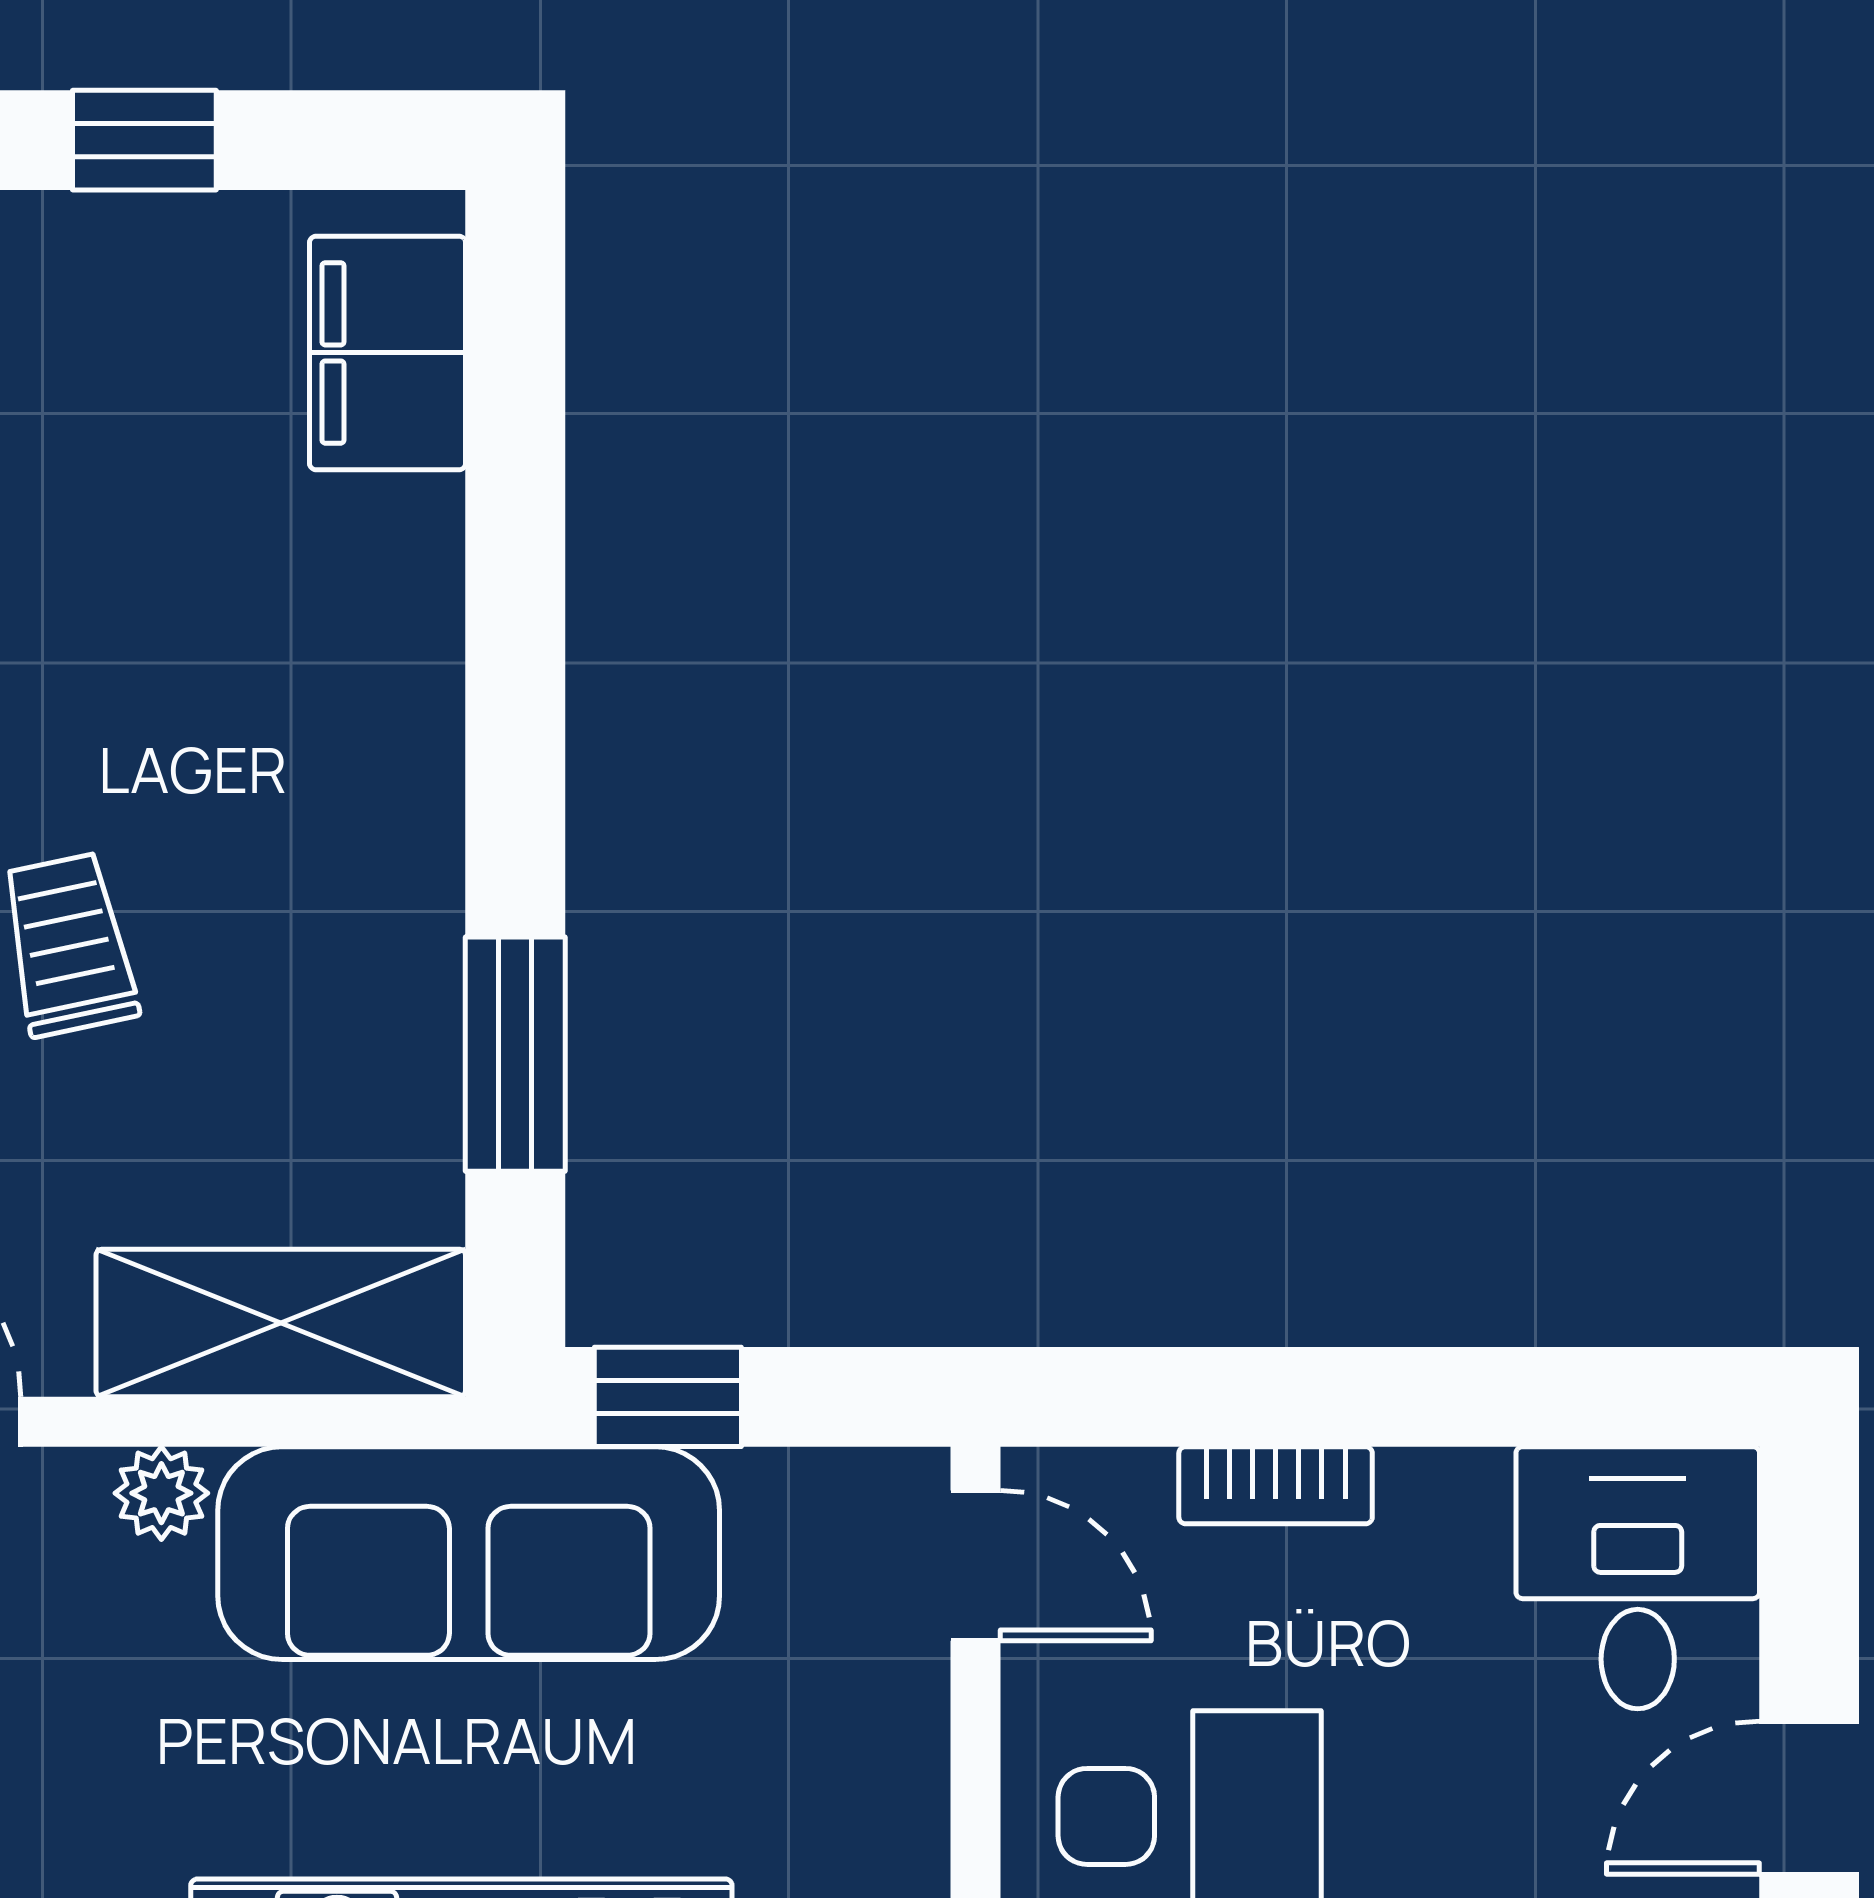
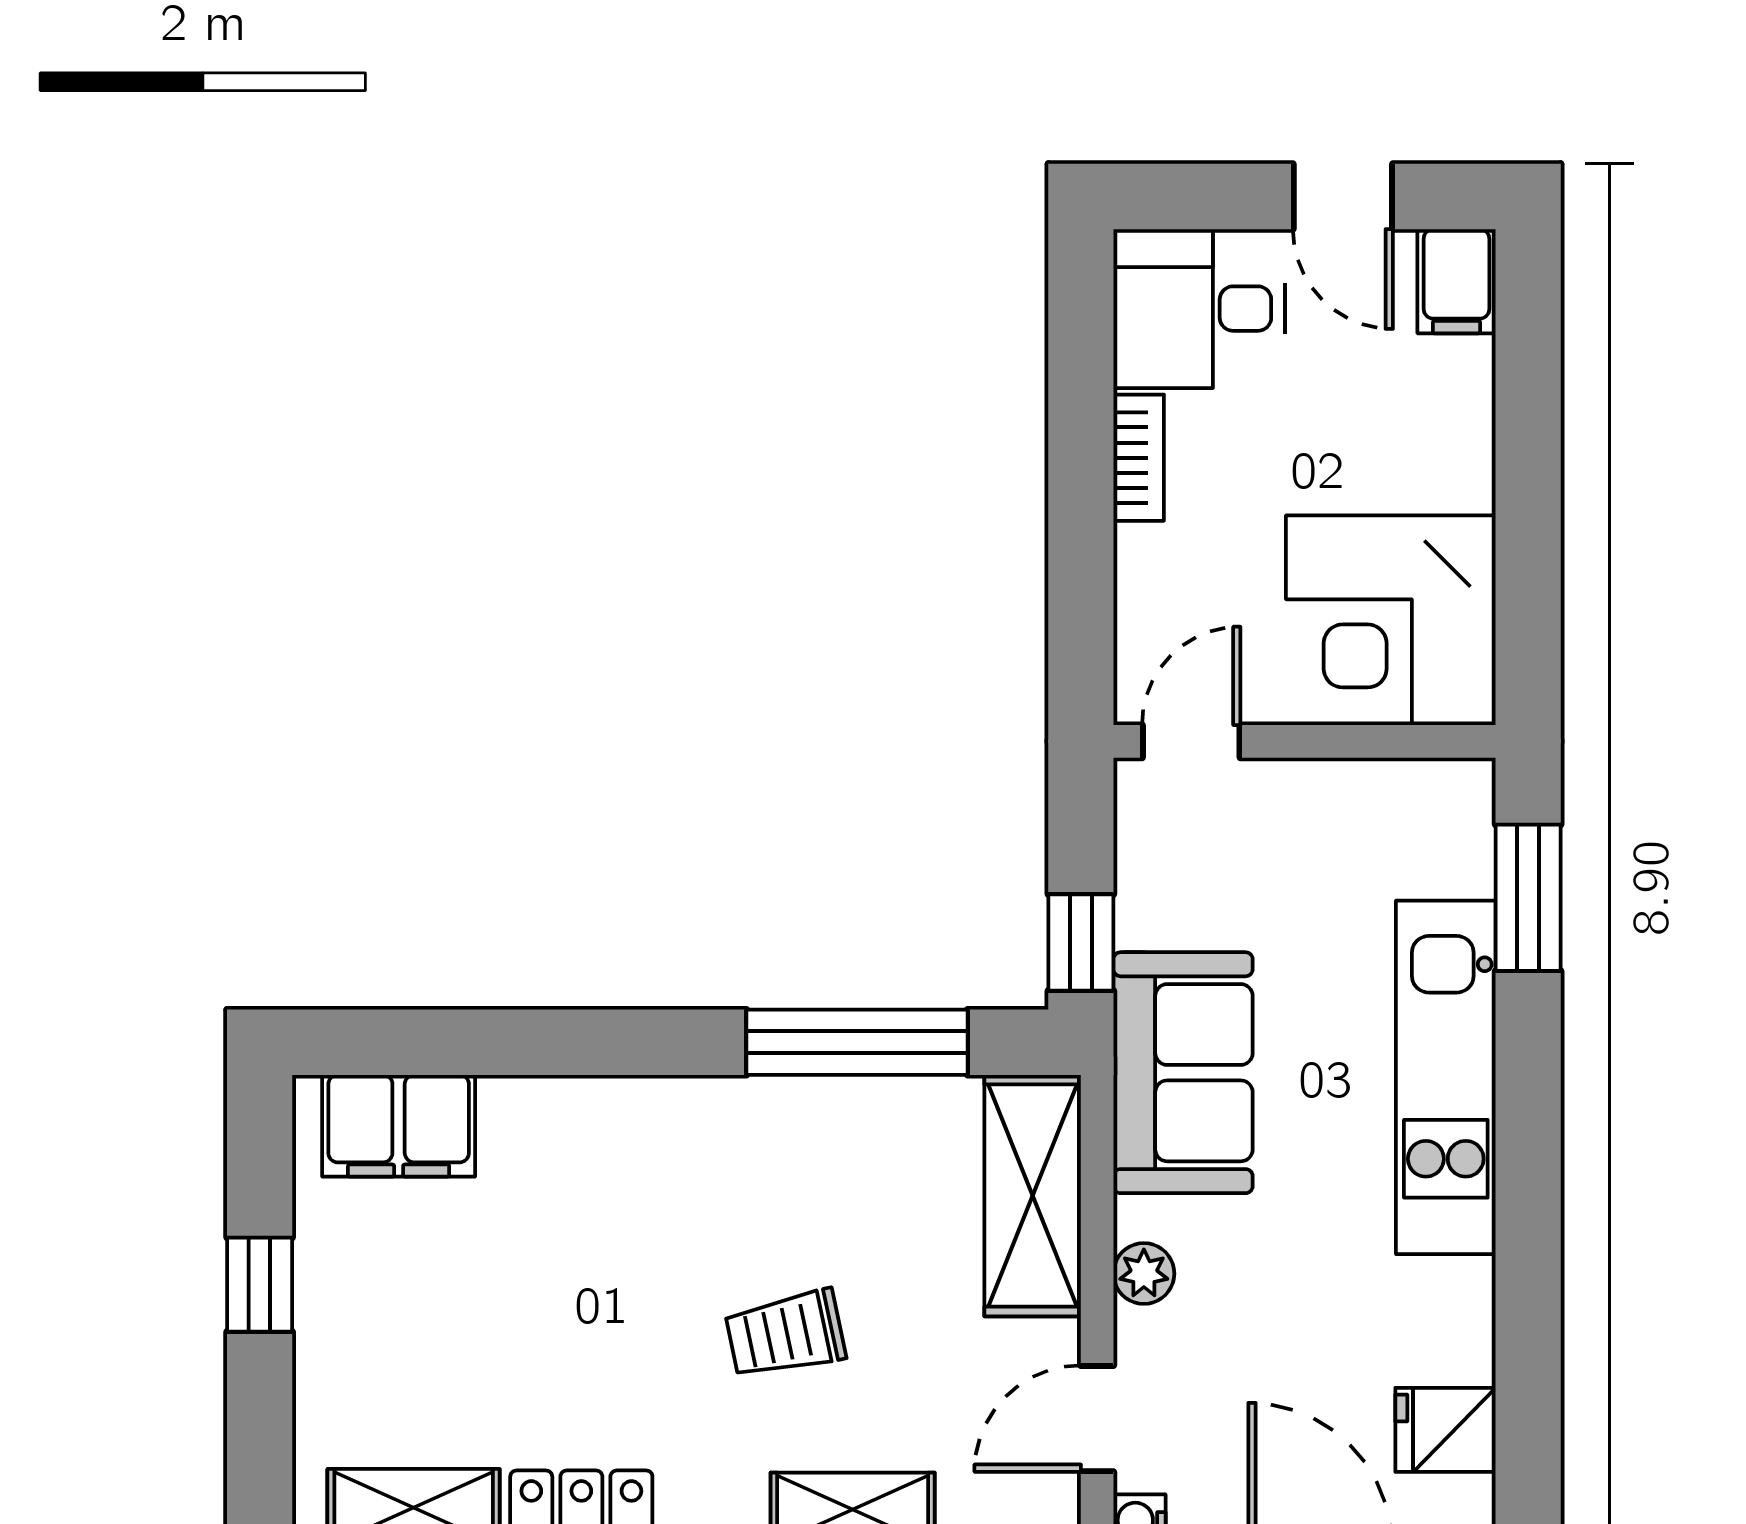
window: (515, 1054) -> (857, 1042), width x1.44
bookcase: (1276, 1485) -> (1139, 458), moved
sofa: (469, 1553) -> (1183, 1073), width x0.73

